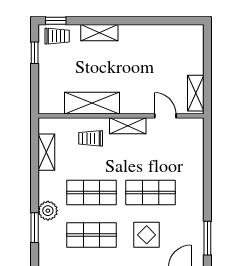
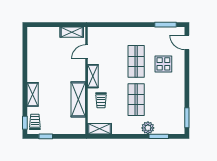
shelving: (46, 152) -> (99, 129), moved
shop shelf: (91, 235) -> (164, 100), removed

